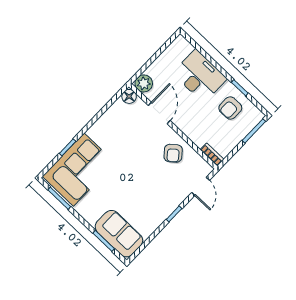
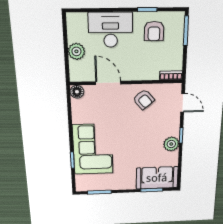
plant: (144, 83) -> (76, 51), moved
corner sofa: (79, 170) -> (93, 149), moved
plant: (159, 214) -> (171, 144), added

